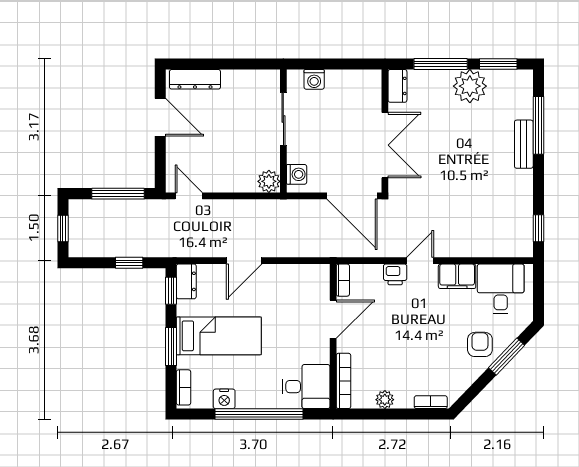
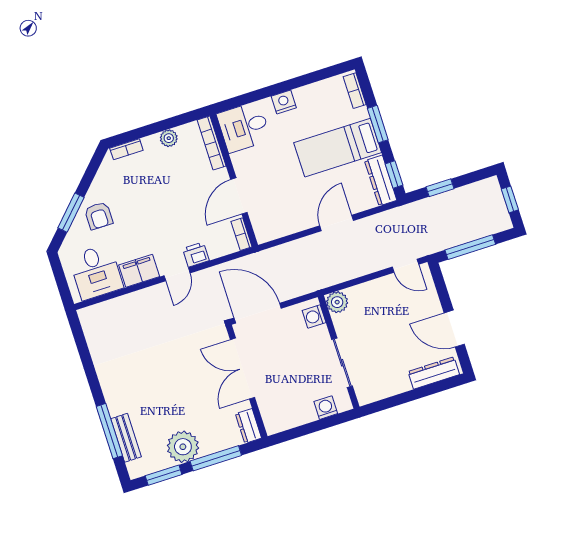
bench: (524, 144) -> (126, 438), moved
window: (538, 228) -> (79, 338), removed
dresser: (186, 281) -> (381, 181), width x1.44
nightstand: (224, 399) -> (284, 102), moved
window: (259, 414) -> (278, 88), removed

